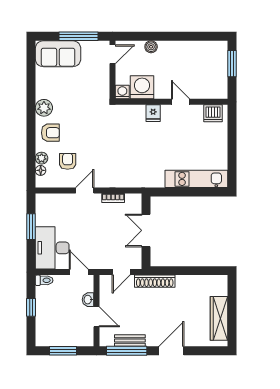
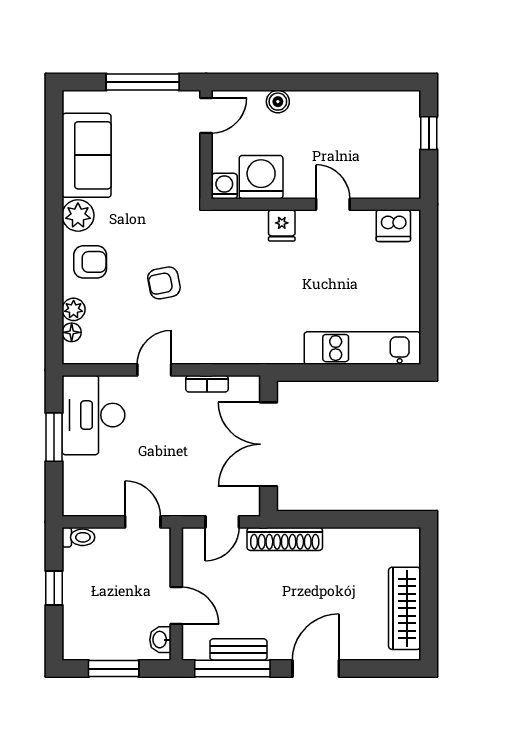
sofa: (58, 54) -> (87, 155), moved, turned -90
window: (232, 64) -> (429, 133), width x0.67
armchair: (68, 161) -> (164, 283), moved, turned -101
double door: (146, 230) -> (269, 444), width x1.37
desk: (52, 248) -> (93, 415), moved
washbasin: (88, 300) -> (160, 640), moved

